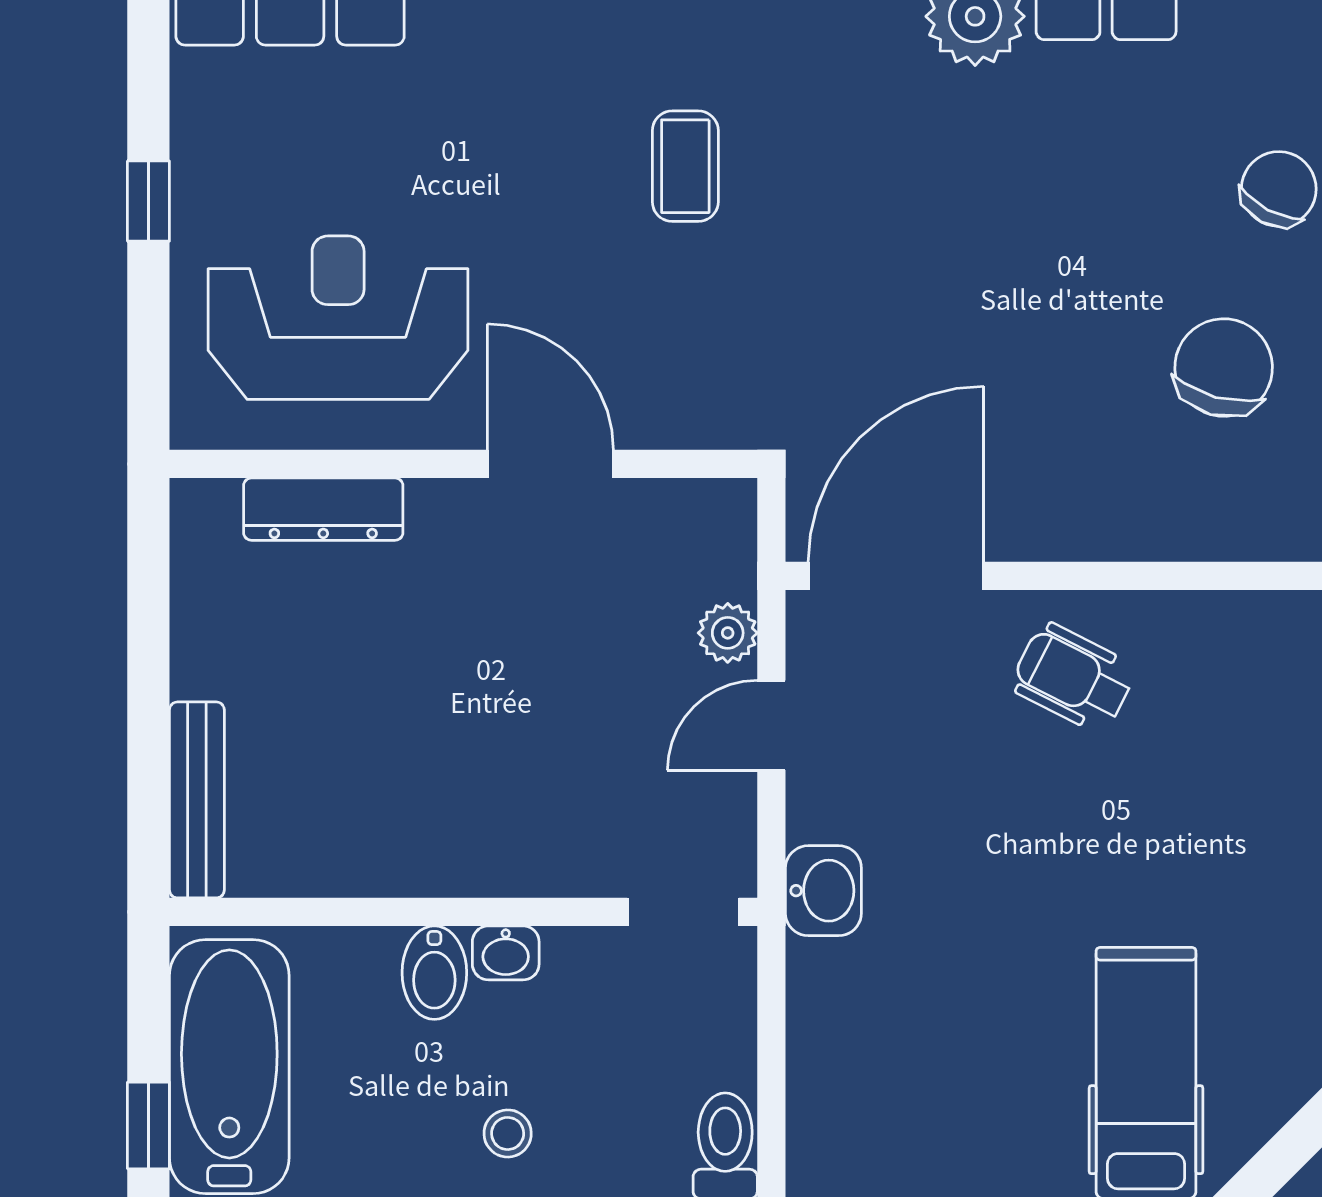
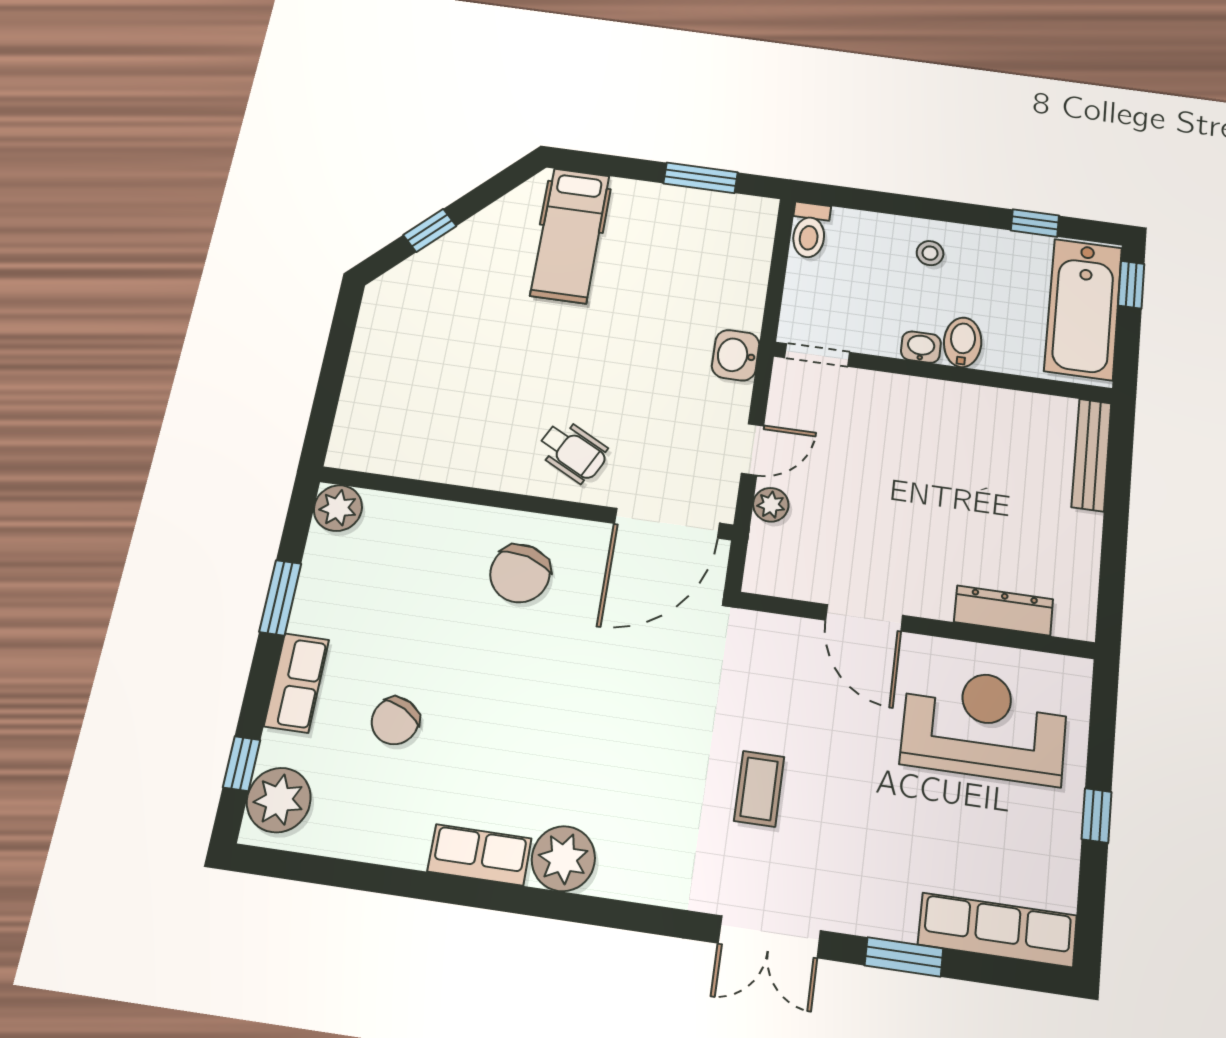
reception desk: (338, 318) -> (984, 725), turned 180
chair: (1224, 368) -> (520, 573), moved

